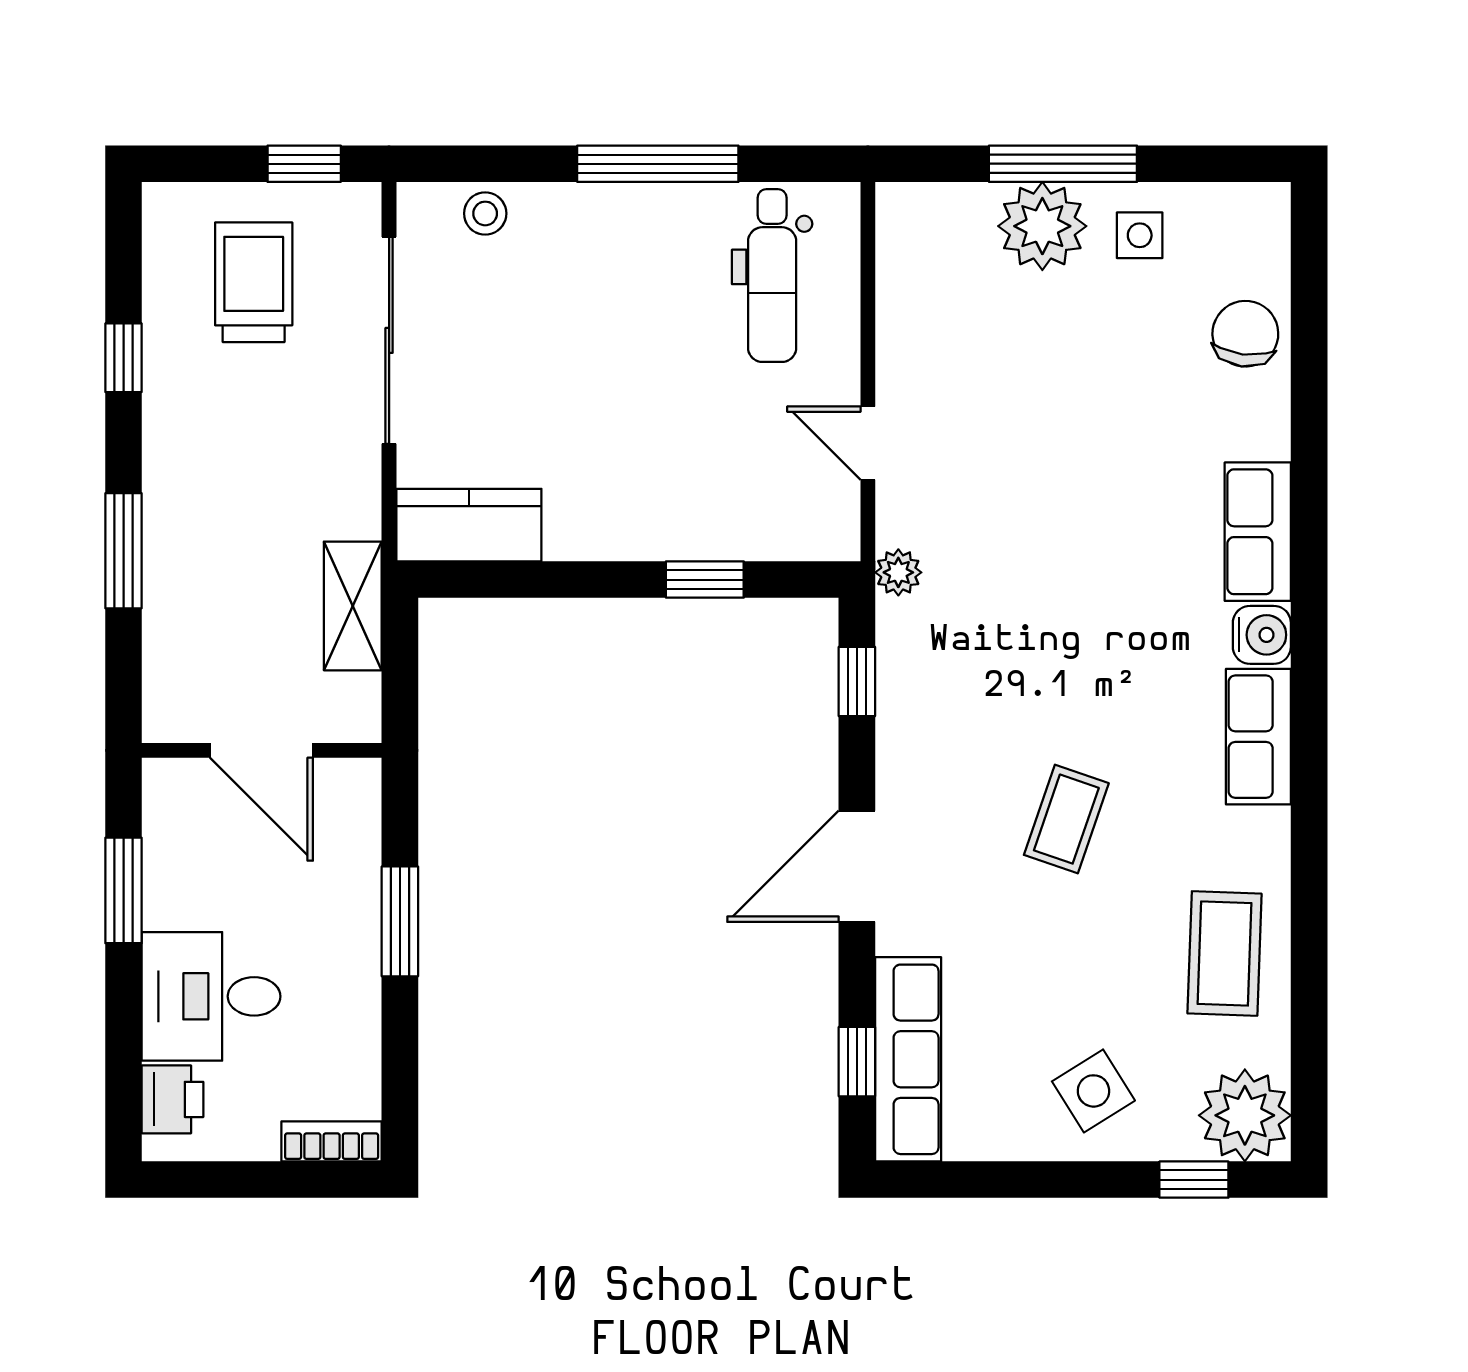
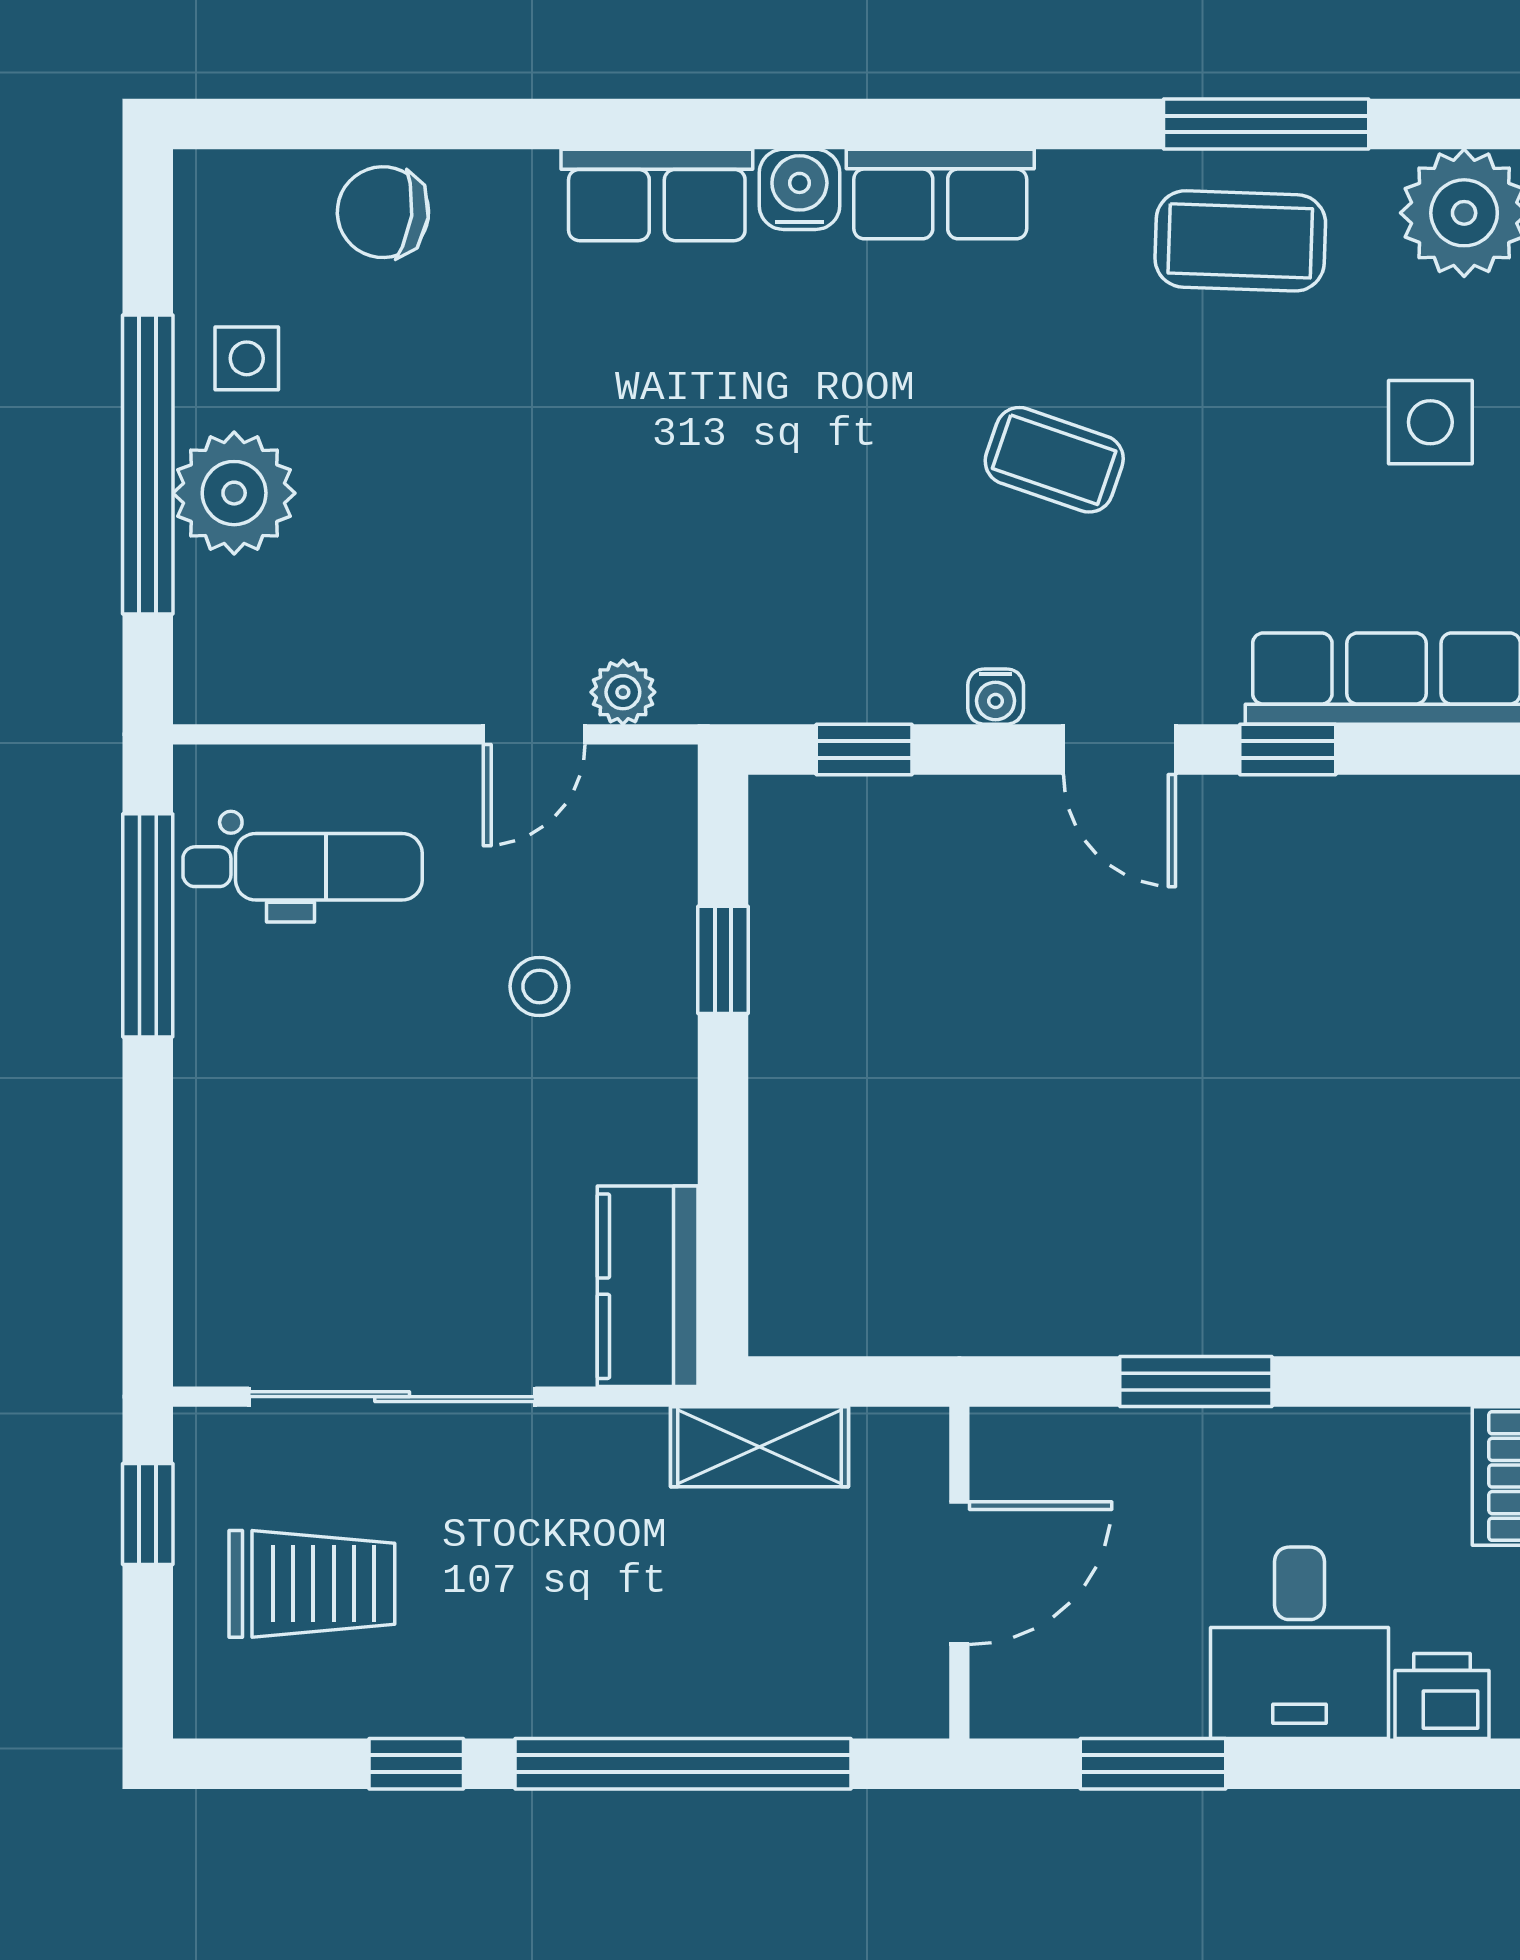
window: (658, 164) -> (148, 925), moved
window: (1063, 164) -> (148, 464), width x1.46
stool: (485, 213) -> (539, 986), moved
trolley: (254, 282) -> (312, 1584), turned 180
window: (124, 551) -> (683, 1764), width x2.11
plant: (898, 572) -> (623, 692), moved
water cooler: (895, 777) -> (996, 697), added
door: (857, 866) -> (1120, 749), width x0.73
window: (1309, 972) -> (1266, 124), added
window: (857, 1062) -> (1288, 749), moved
side table: (1093, 1091) -> (1430, 422), turned 32

